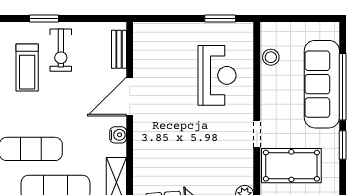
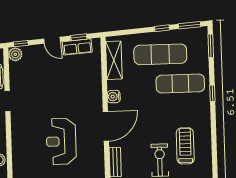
reception desk: (217, 75) -> (61, 141), moved

